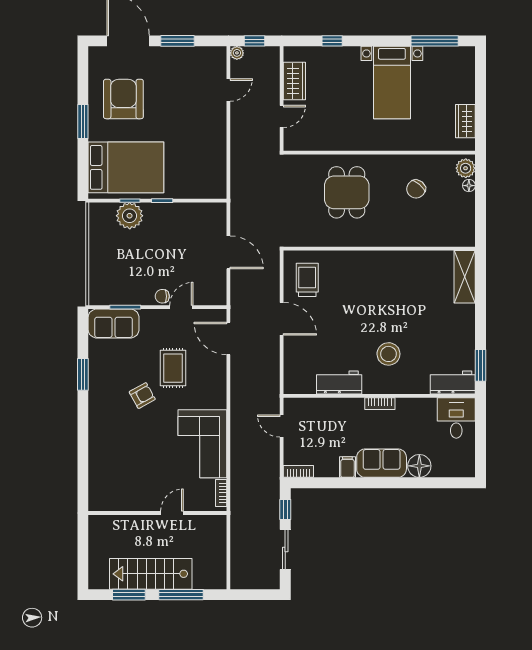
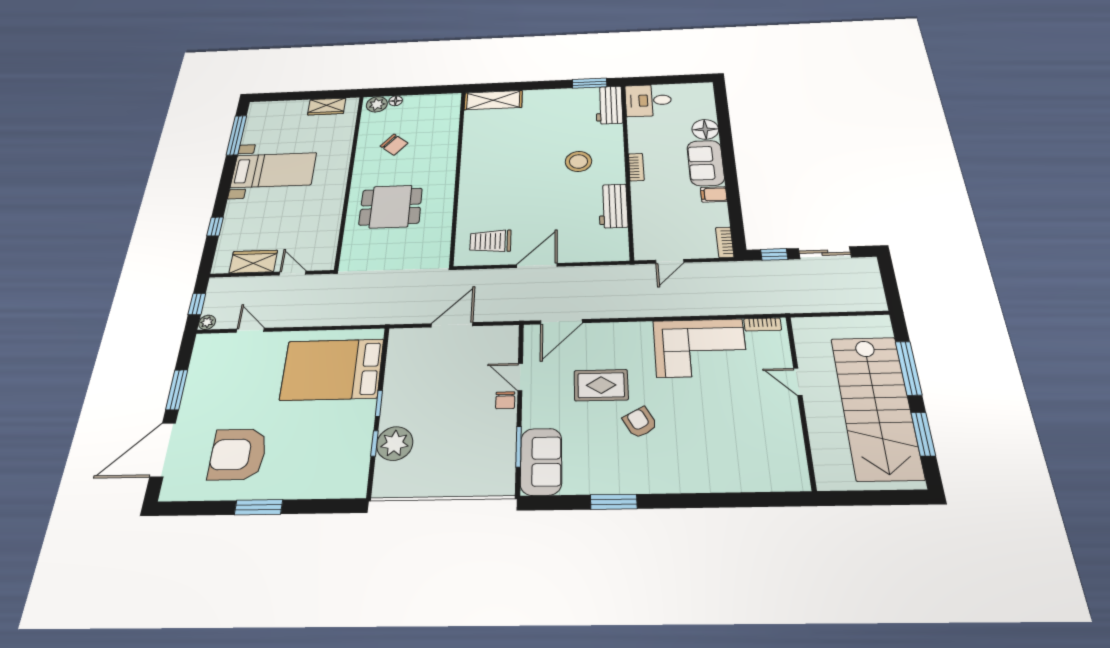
bed: (126, 167) -> (332, 369), moved, turned -90
stairs: (151, 574) -> (876, 407), width x1.36, depth x1.51

